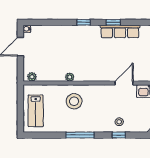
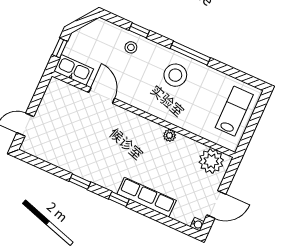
row of seats: (120, 31) -> (147, 197), moved
plant: (32, 77) -> (211, 161), width x1.88, depth x1.88
door: (124, 83) -> (102, 95), swing flipped
stool: (74, 101) -> (175, 75), moved

